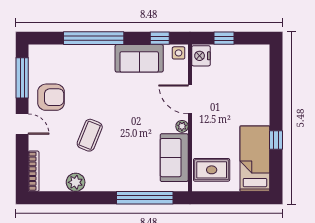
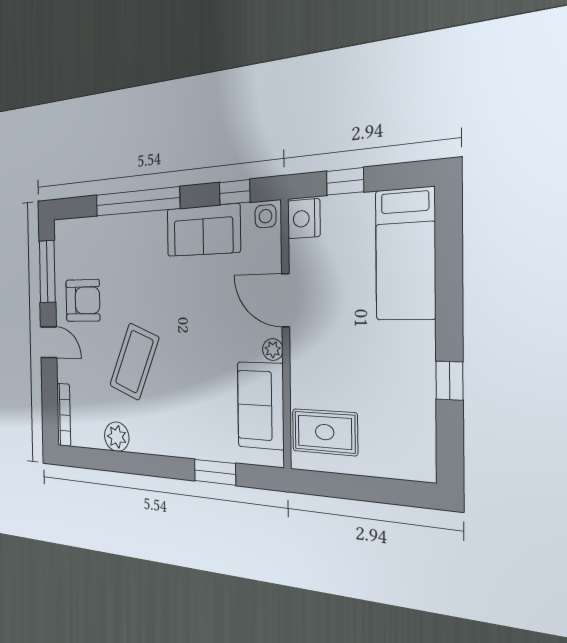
coffee table: (90, 135) -> (134, 362), width x1.36, depth x1.32
bed: (255, 159) -> (405, 254), moved, turned 180
window: (145, 198) -> (215, 472), width x0.47

